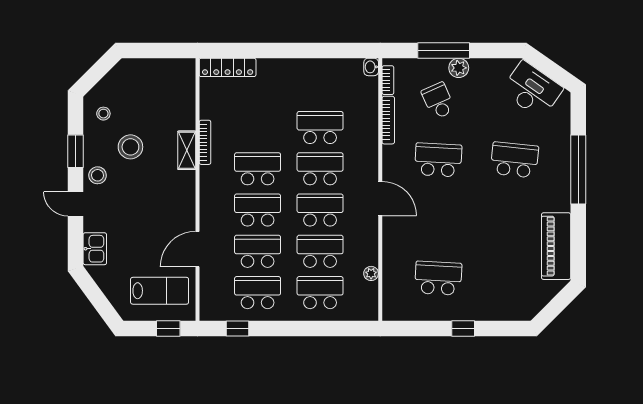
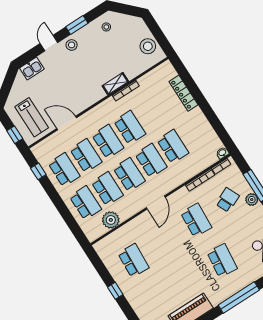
locker: (228, 67) -> (184, 93), moved
stool: (130, 147) -> (148, 46), moved
plant: (371, 273) -> (111, 220), width x1.88, depth x1.88

